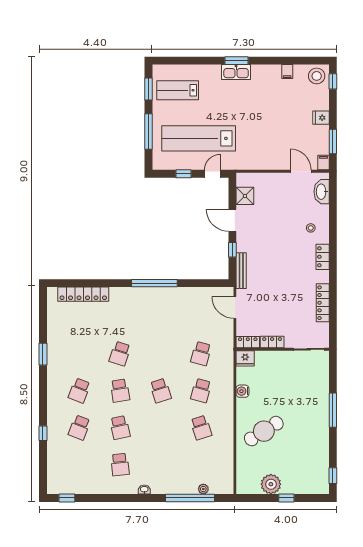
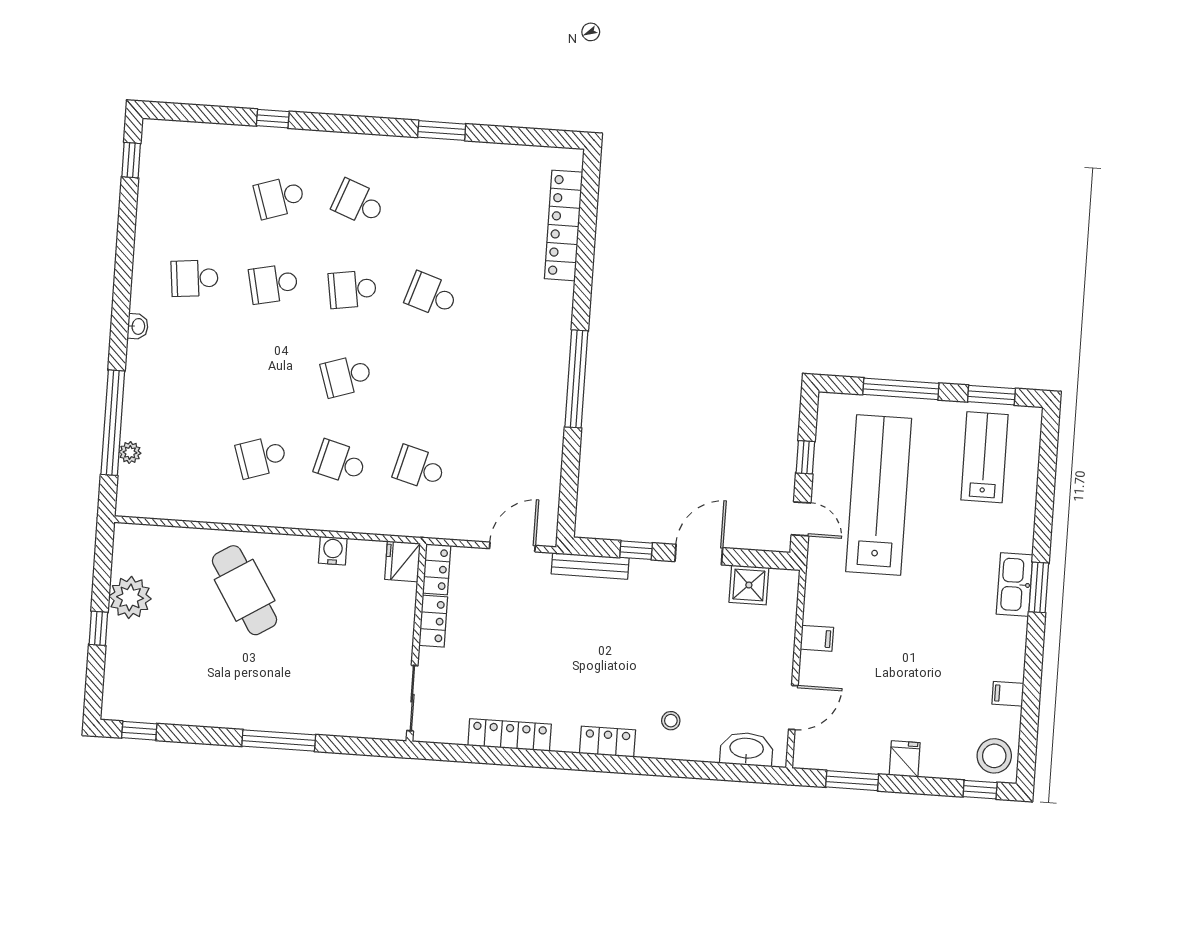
filing cabinet: (323, 163) -> (817, 638), moved
school desk: (79, 428) -> (280, 197), turned -39

